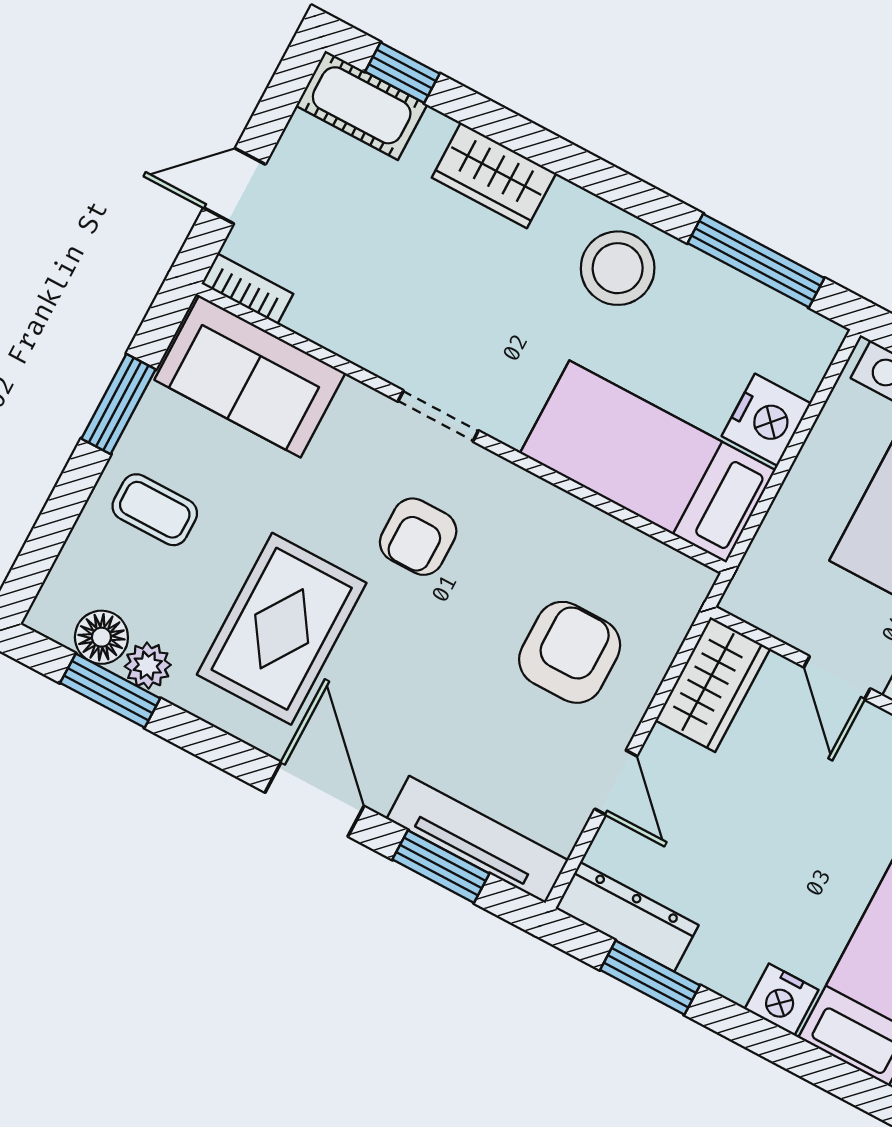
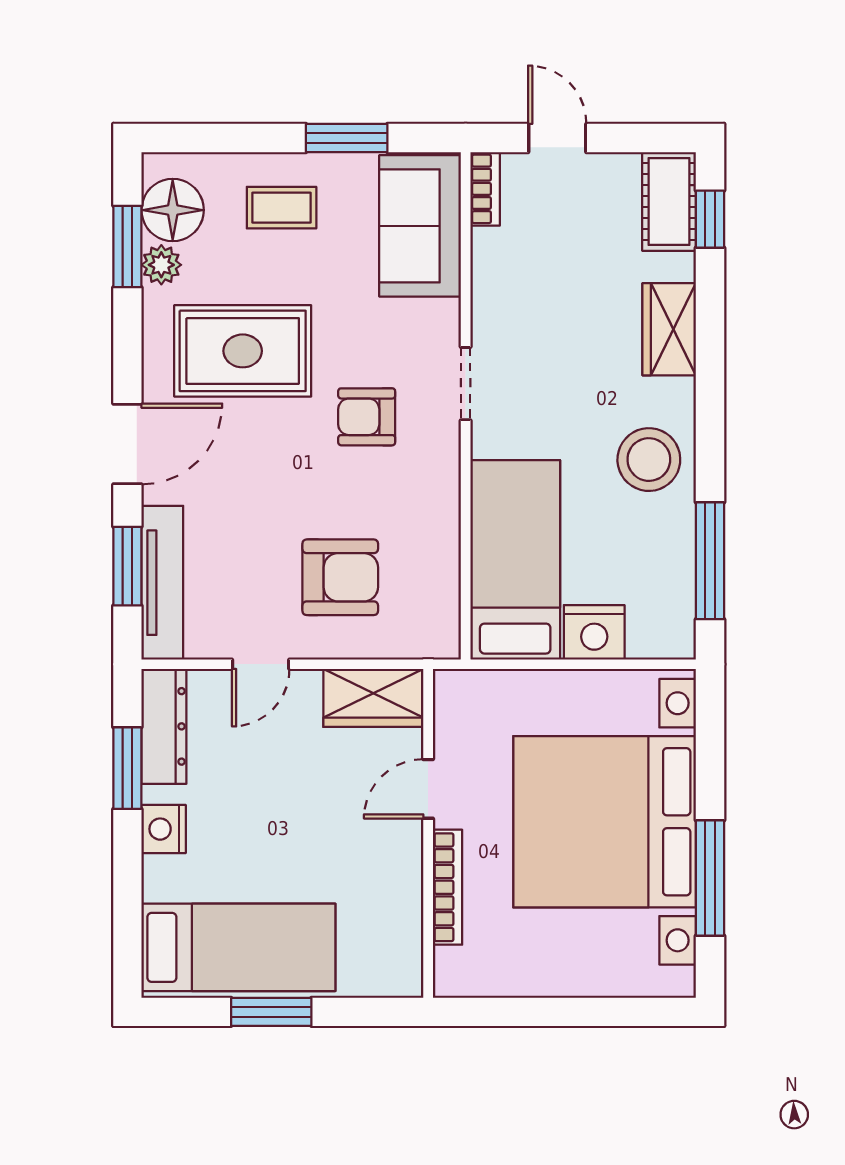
coffee table: (155, 510) -> (282, 208), turned 90
floor lamp: (101, 637) -> (173, 210), width x1.38, depth x1.38
nightstand: (782, 1000) -> (164, 829), moved

